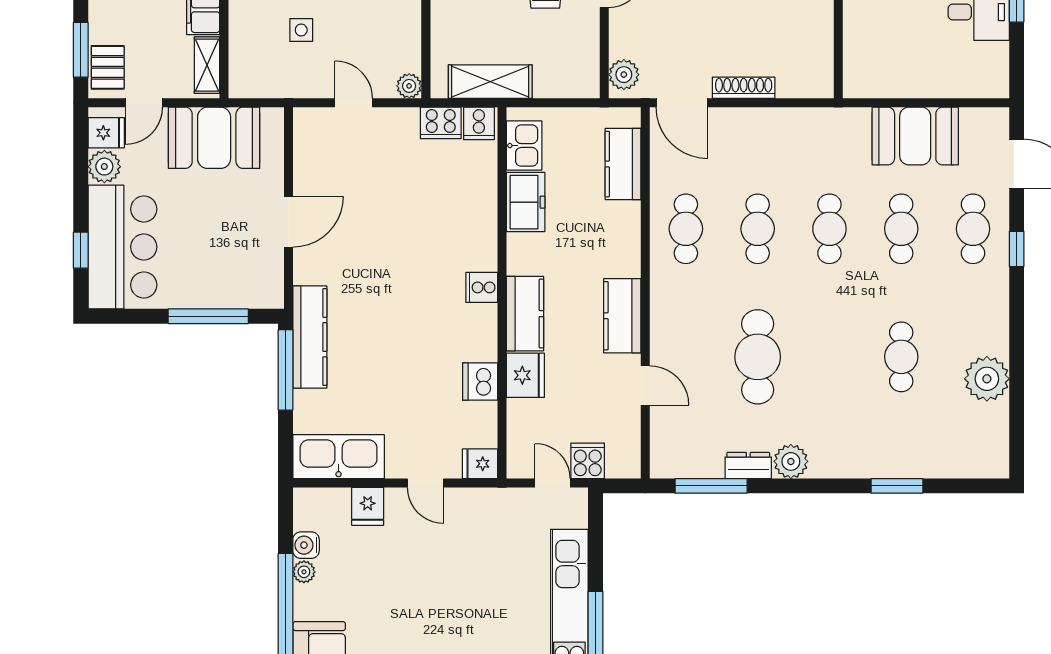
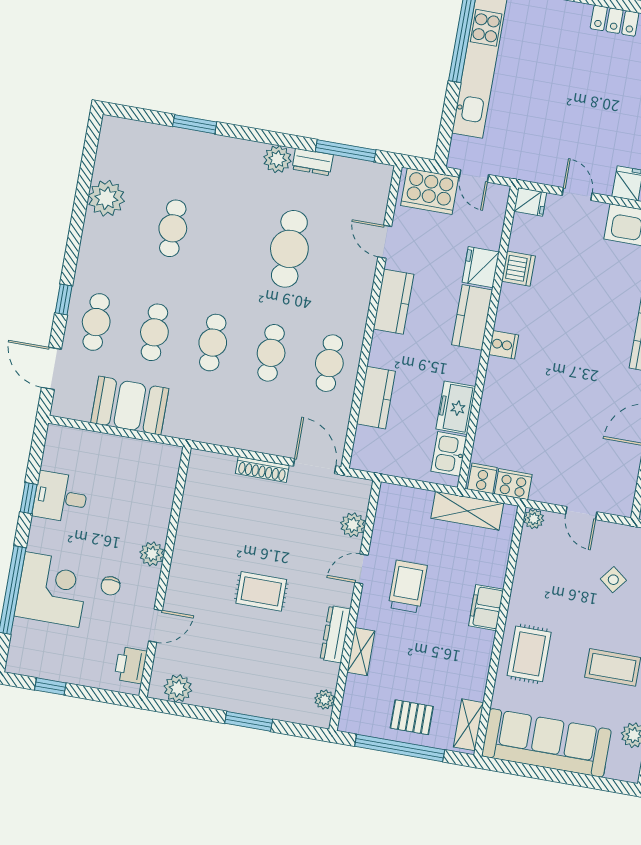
side table: (301, 30) -> (613, 580), turned 38
plant: (624, 75) -> (353, 525), moved
kitchen counter: (623, 164) -> (376, 398), moved
cooker: (588, 461) -> (430, 191), width x1.87, depth x1.31

